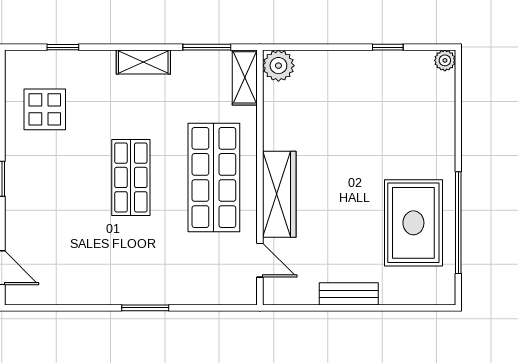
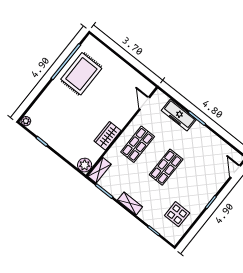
shop shelf: (214, 177) -> (138, 144), width x0.70, depth x0.74
wardrobe: (279, 194) -> (107, 136), moved, width x0.67
freezer: (182, 288) -> (179, 115), added
bench: (349, 294) -> (123, 67), removed

